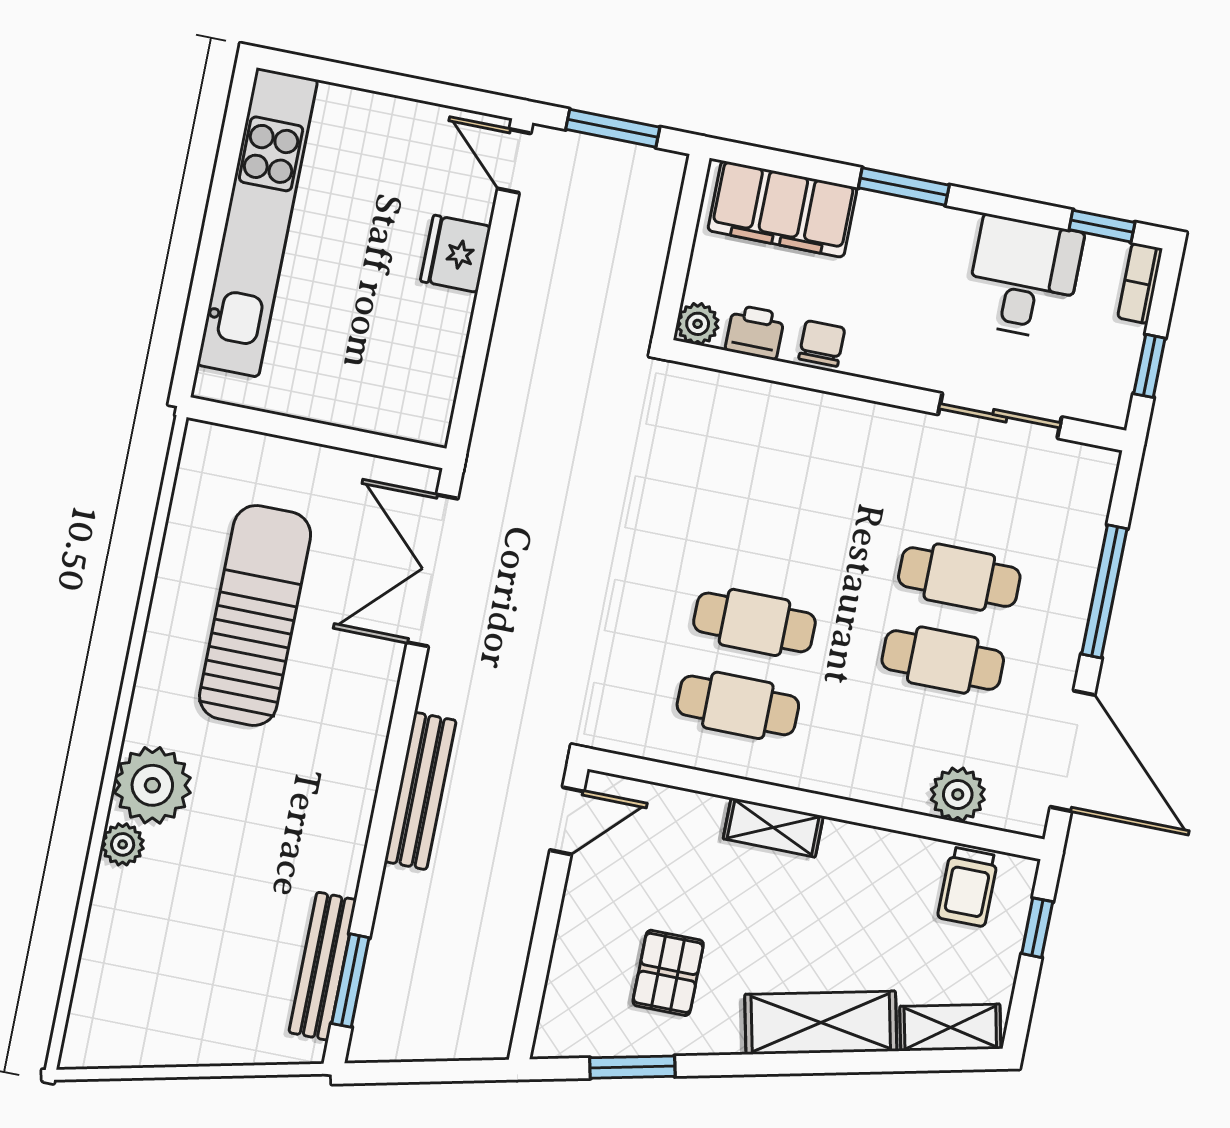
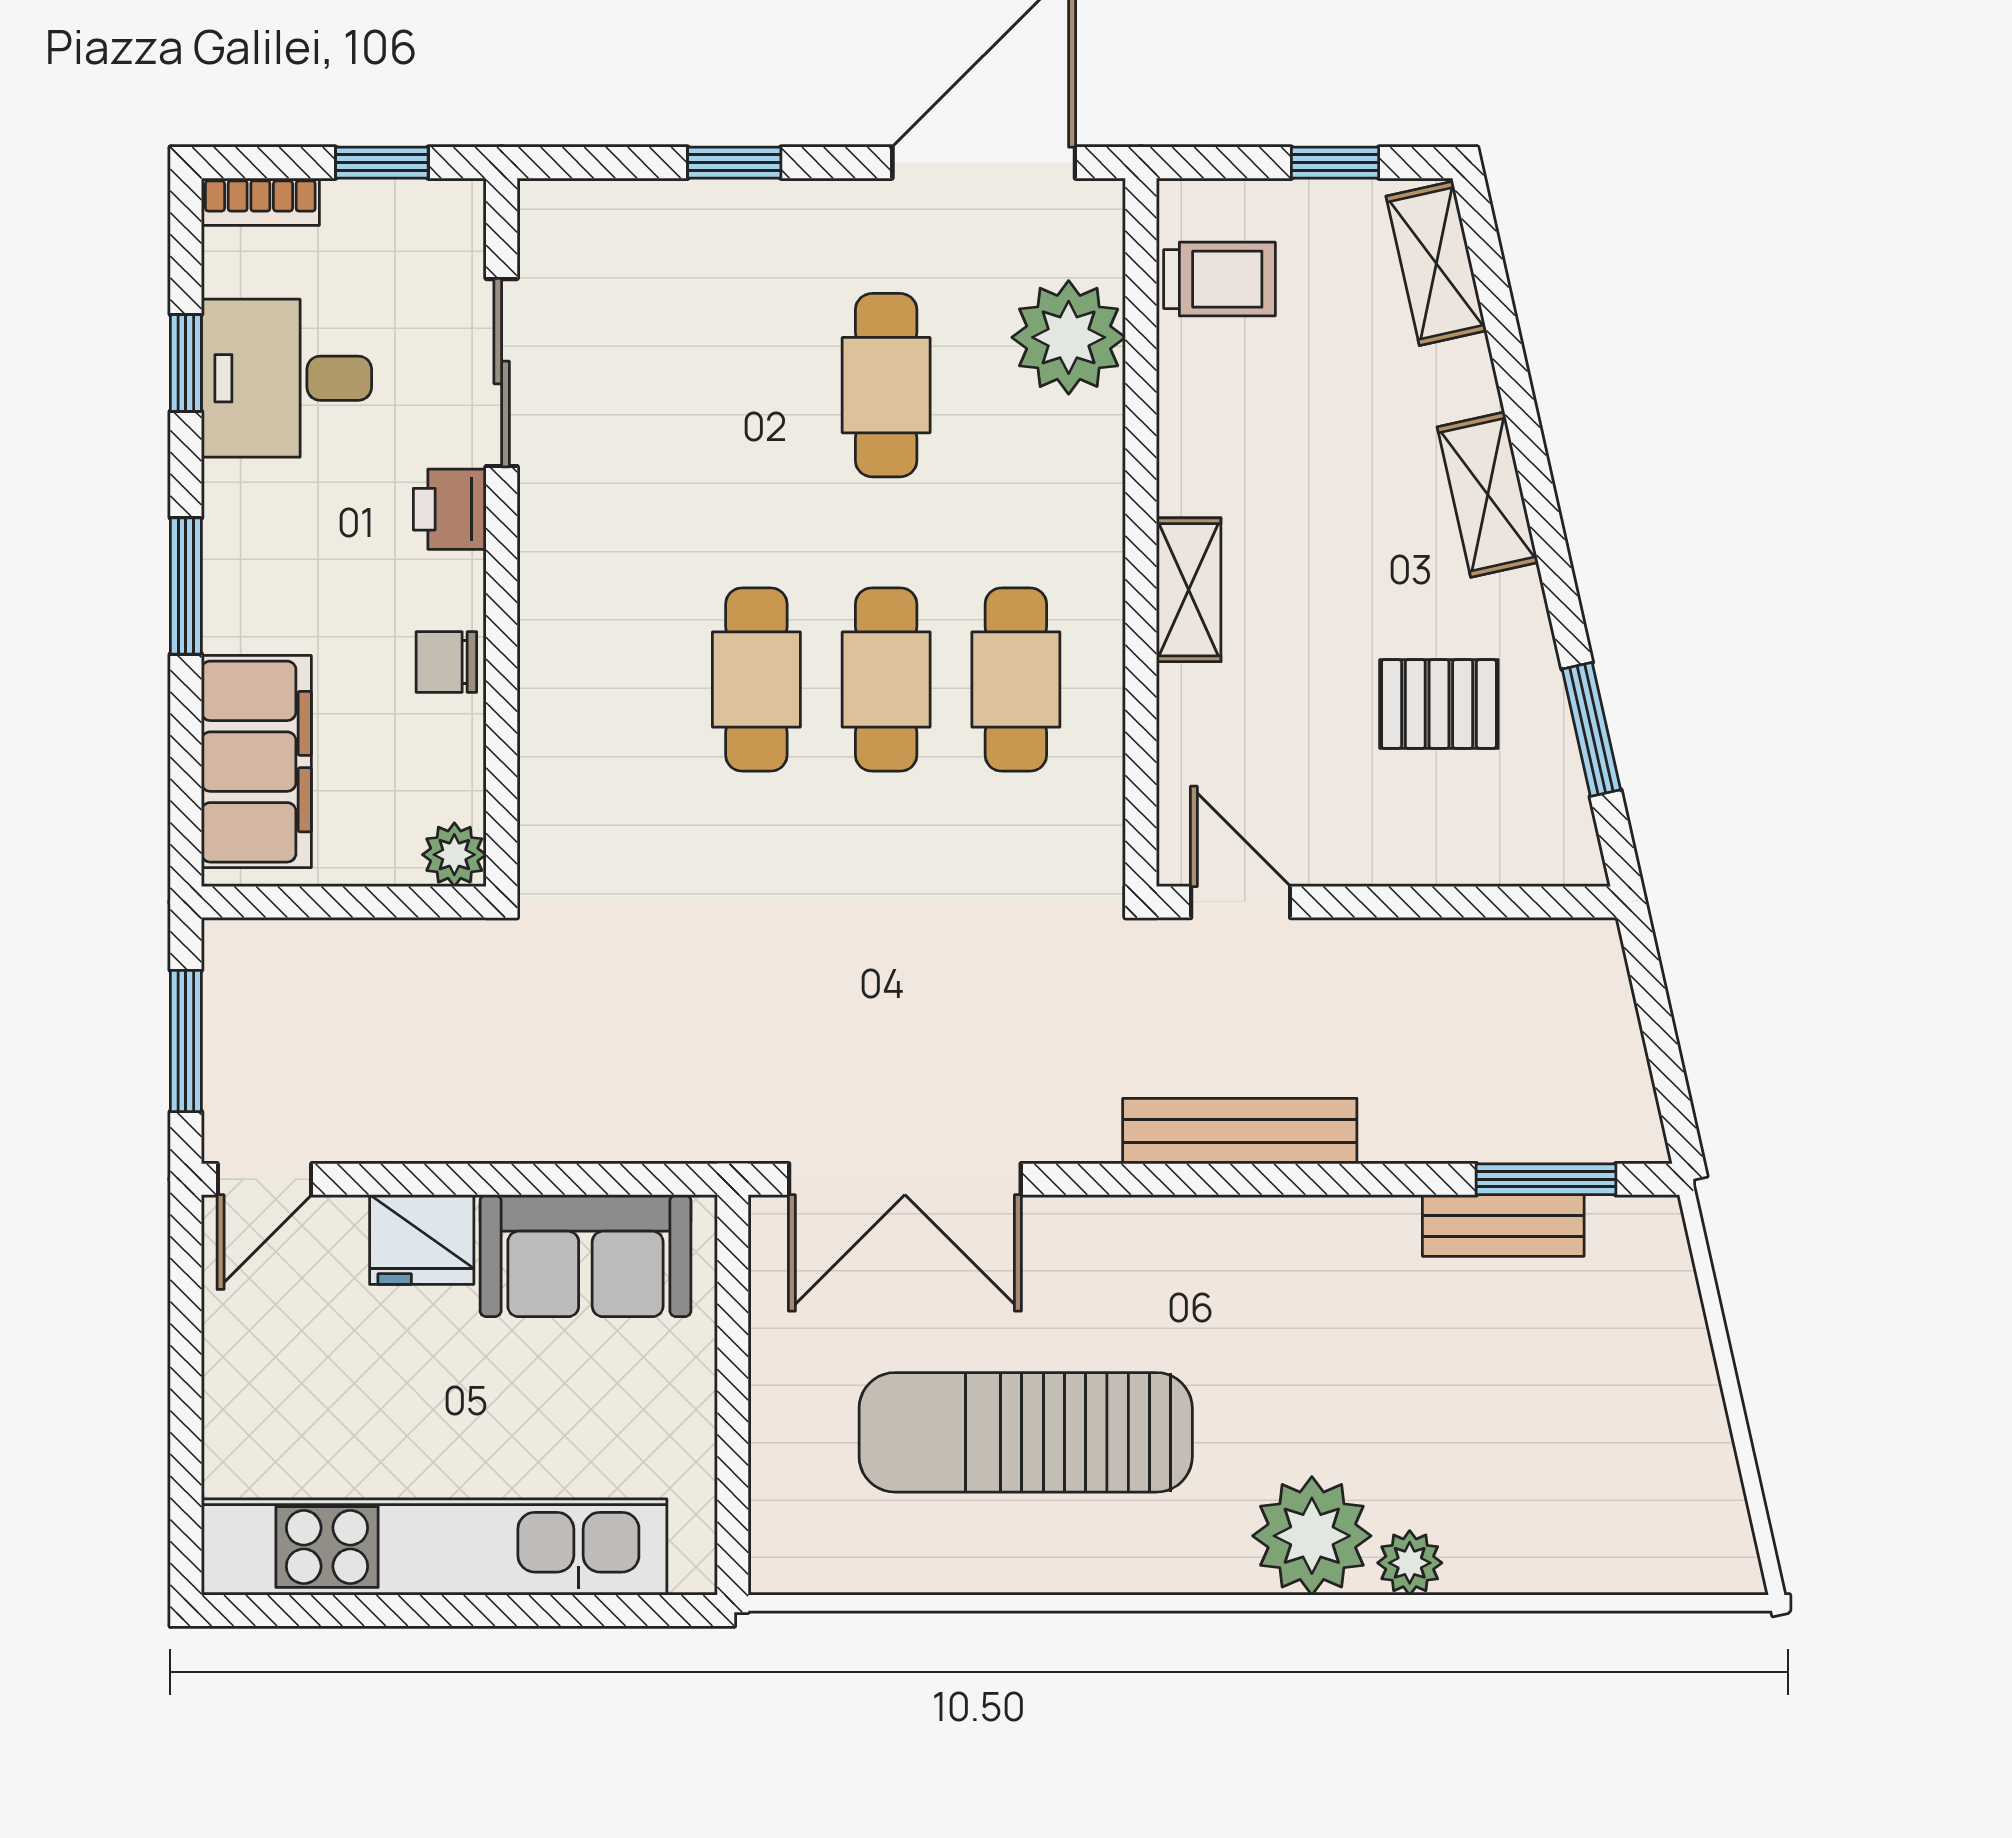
window: (1102, 226) -> (186, 363), moved
printer: (755, 332) -> (450, 509), moved
sofa: (424, 356) -> (585, 1256), added
cafe table: (959, 577) -> (756, 680), moved
window: (1104, 591) -> (734, 163), width x0.46
plant: (958, 794) -> (1069, 337), width x1.36, depth x1.36
window: (1037, 928) -> (1335, 163), moved
bench: (323, 966) -> (1503, 1226), width x0.73
shelving: (821, 1023) -> (1488, 495), width x0.67, depth x0.75

